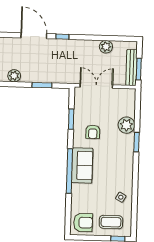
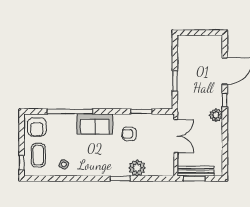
plant: (106, 47) -> (216, 115), moved
plant: (14, 76) -> (184, 52), removed
window: (69, 171) -> (70, 111), moved

